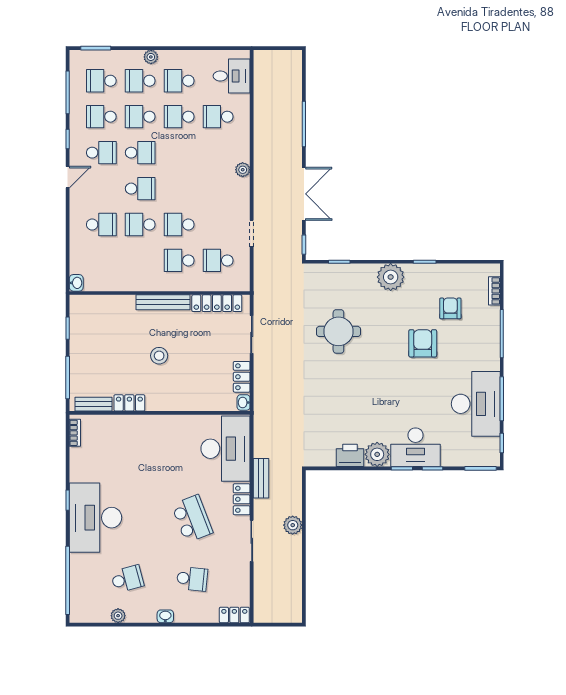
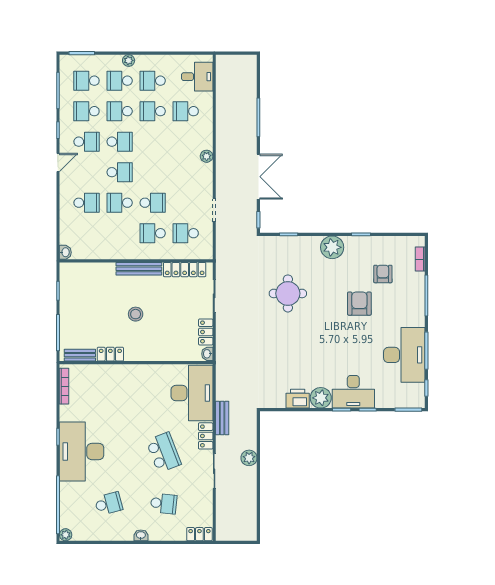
school desk: (179, 225) -> (153, 203), turned 180
bookcase: (75, 433) -> (64, 386), width x1.56
plant: (118, 616) -> (66, 535), moved

